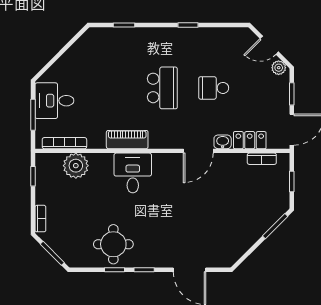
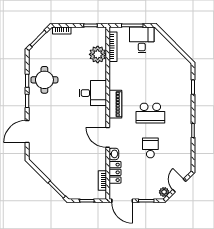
piano: (127, 140) -> (115, 104), moved

